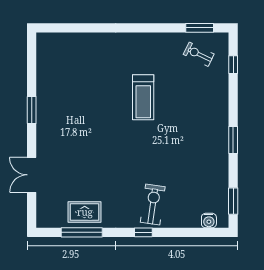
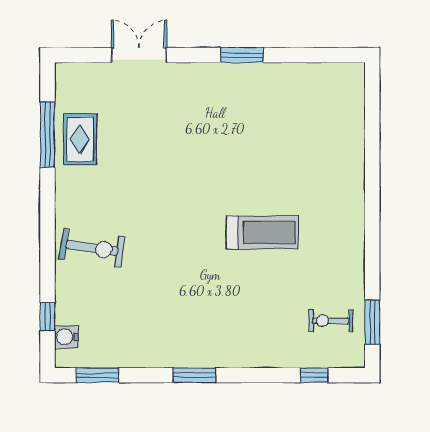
exercise bike: (199, 54) -> (331, 321), turned -116
treadmill: (143, 97) -> (262, 232), turned 180
window: (143, 232) -> (48, 317), moved

